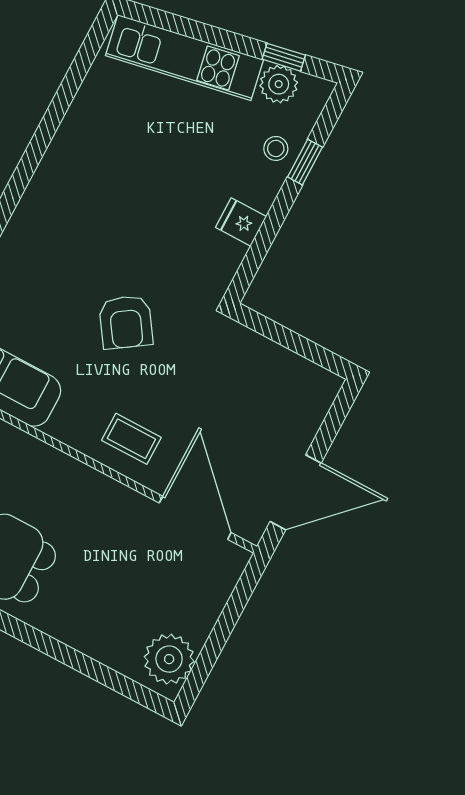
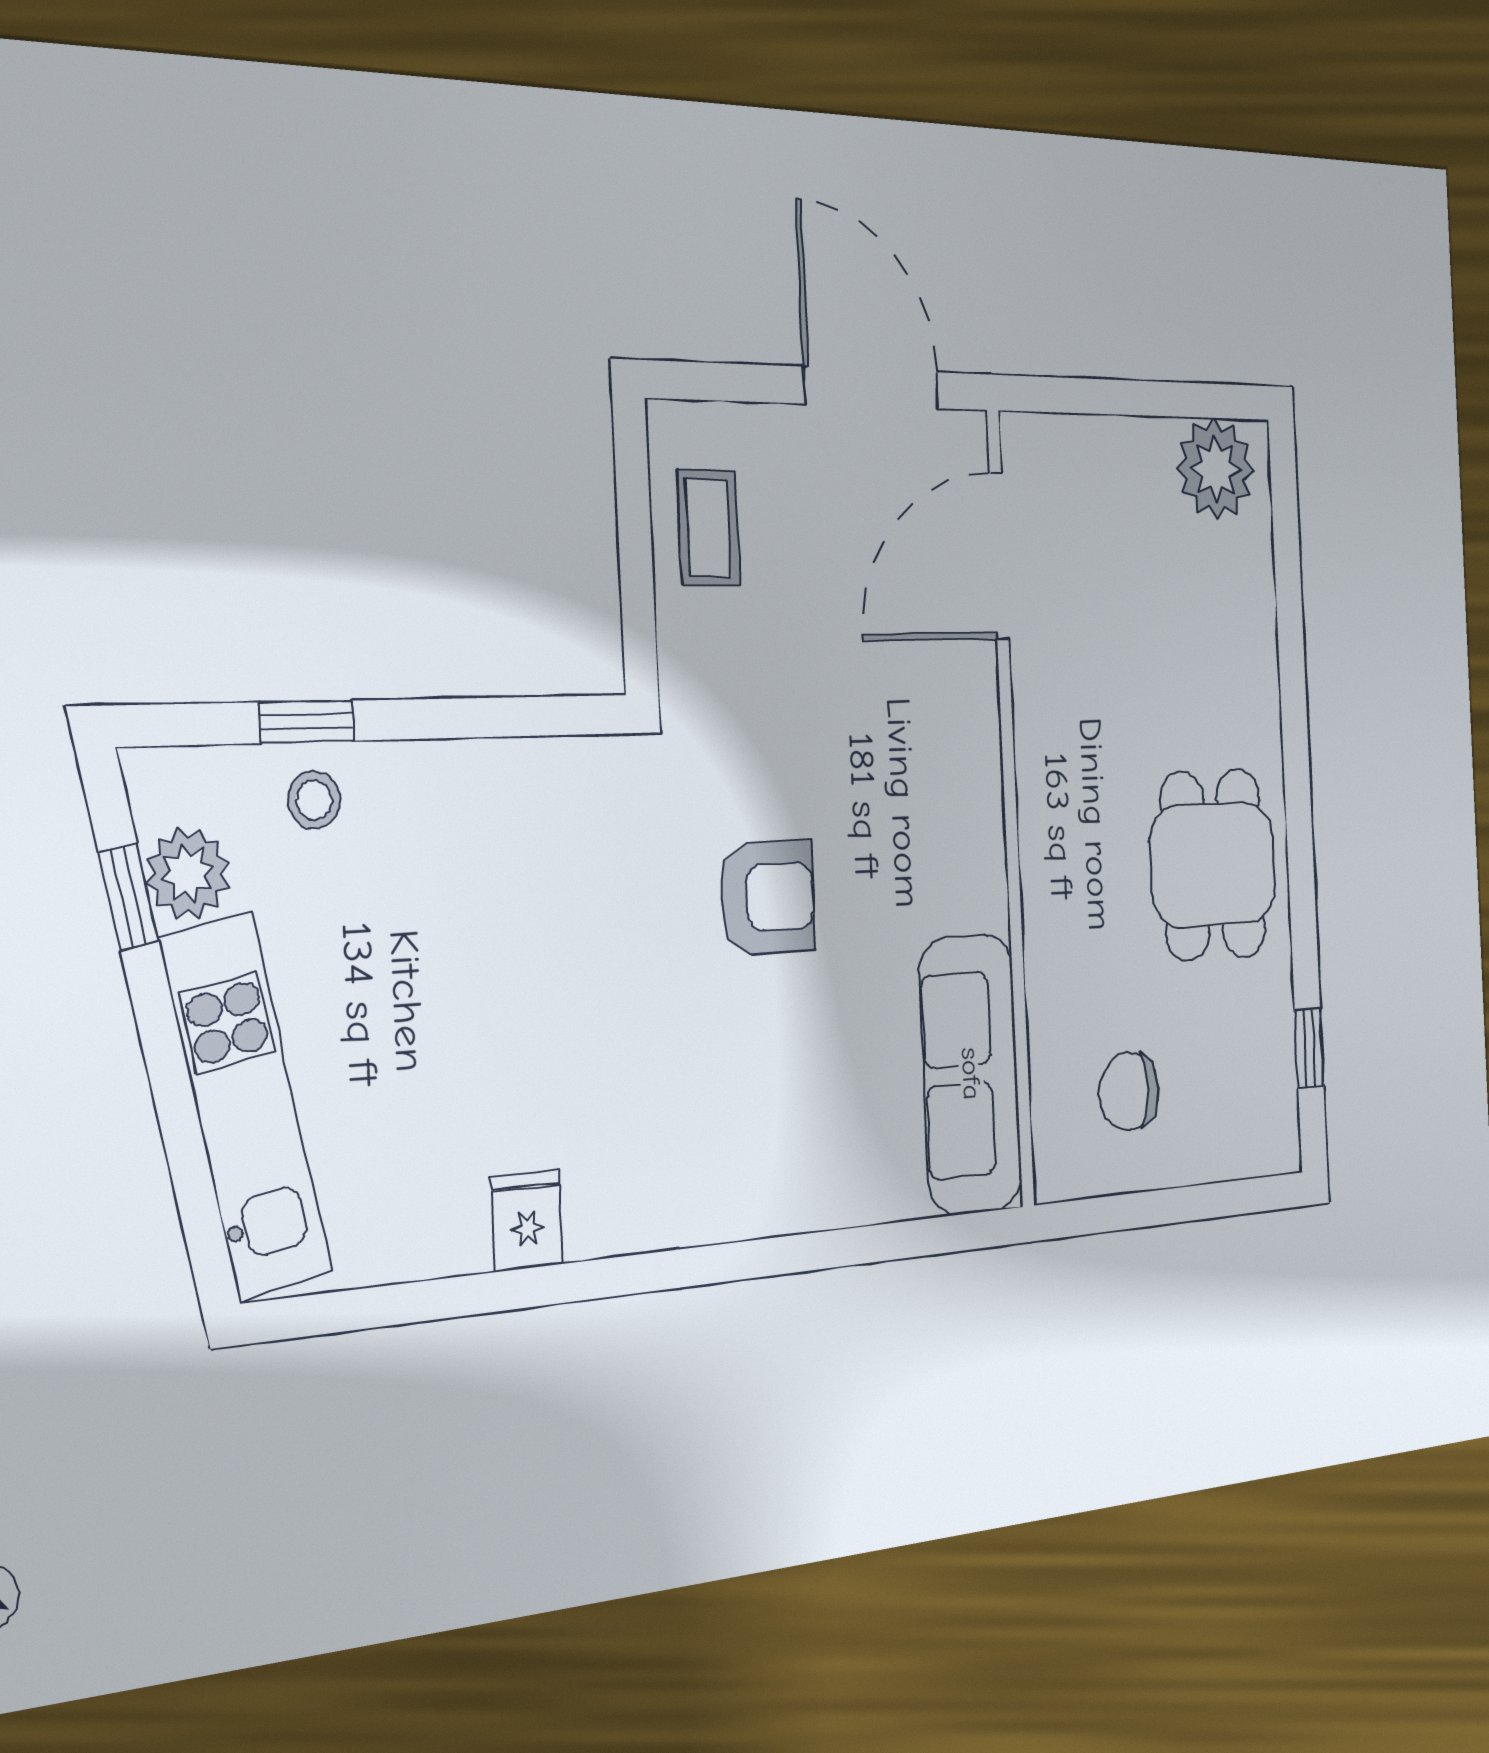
fridge: (241, 222) -> (527, 1221), moved, turned 180
armchair: (126, 322) -> (767, 897), turned 34
coffee table: (131, 439) -> (708, 528), moved

